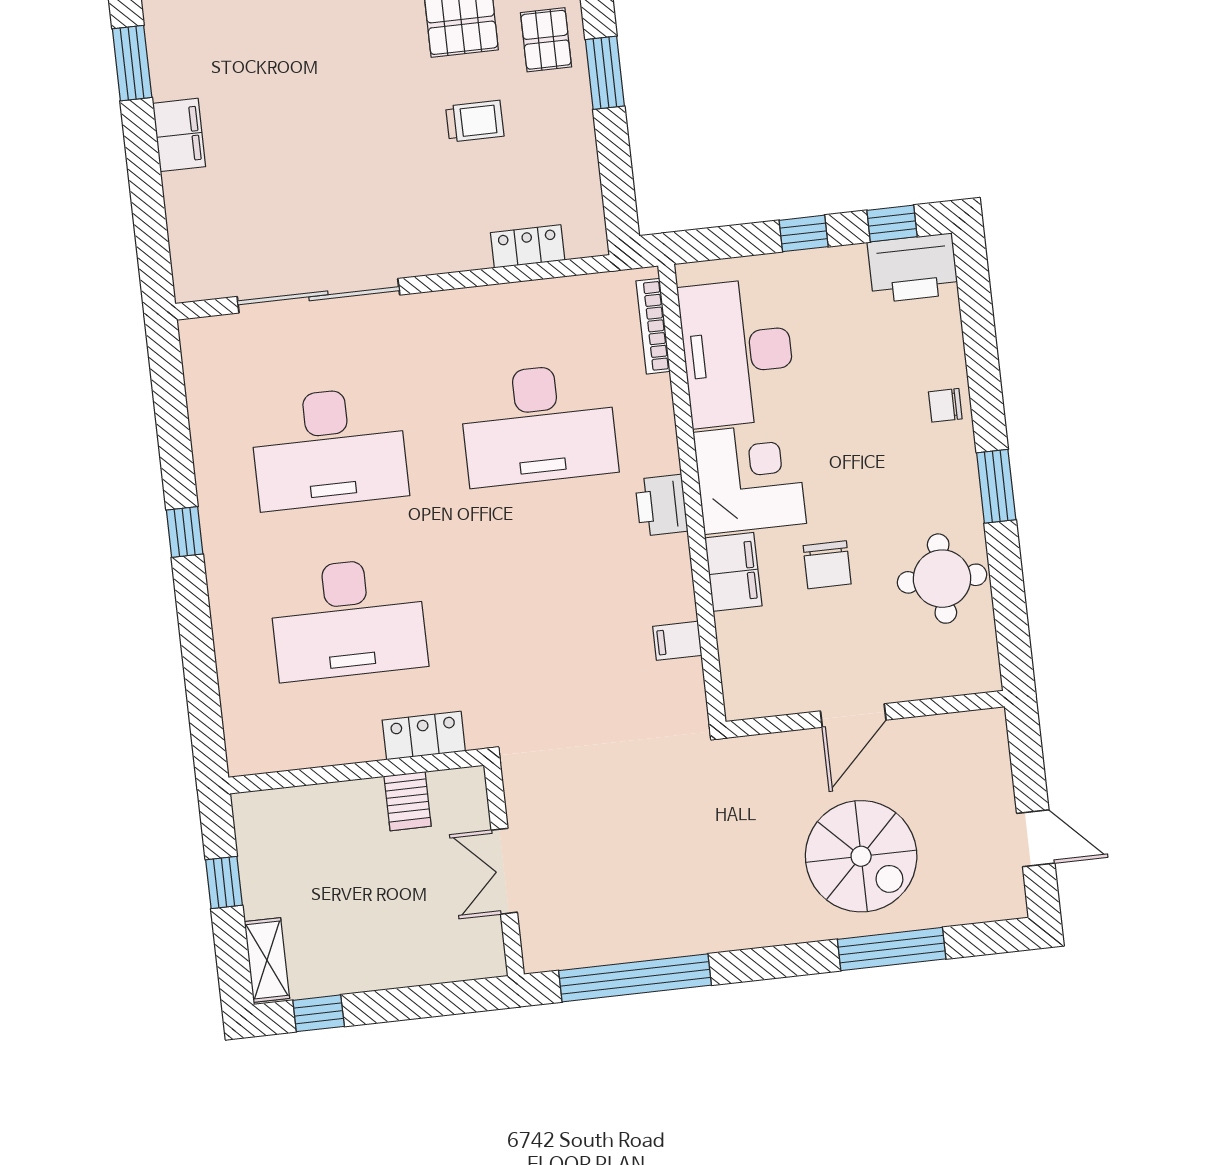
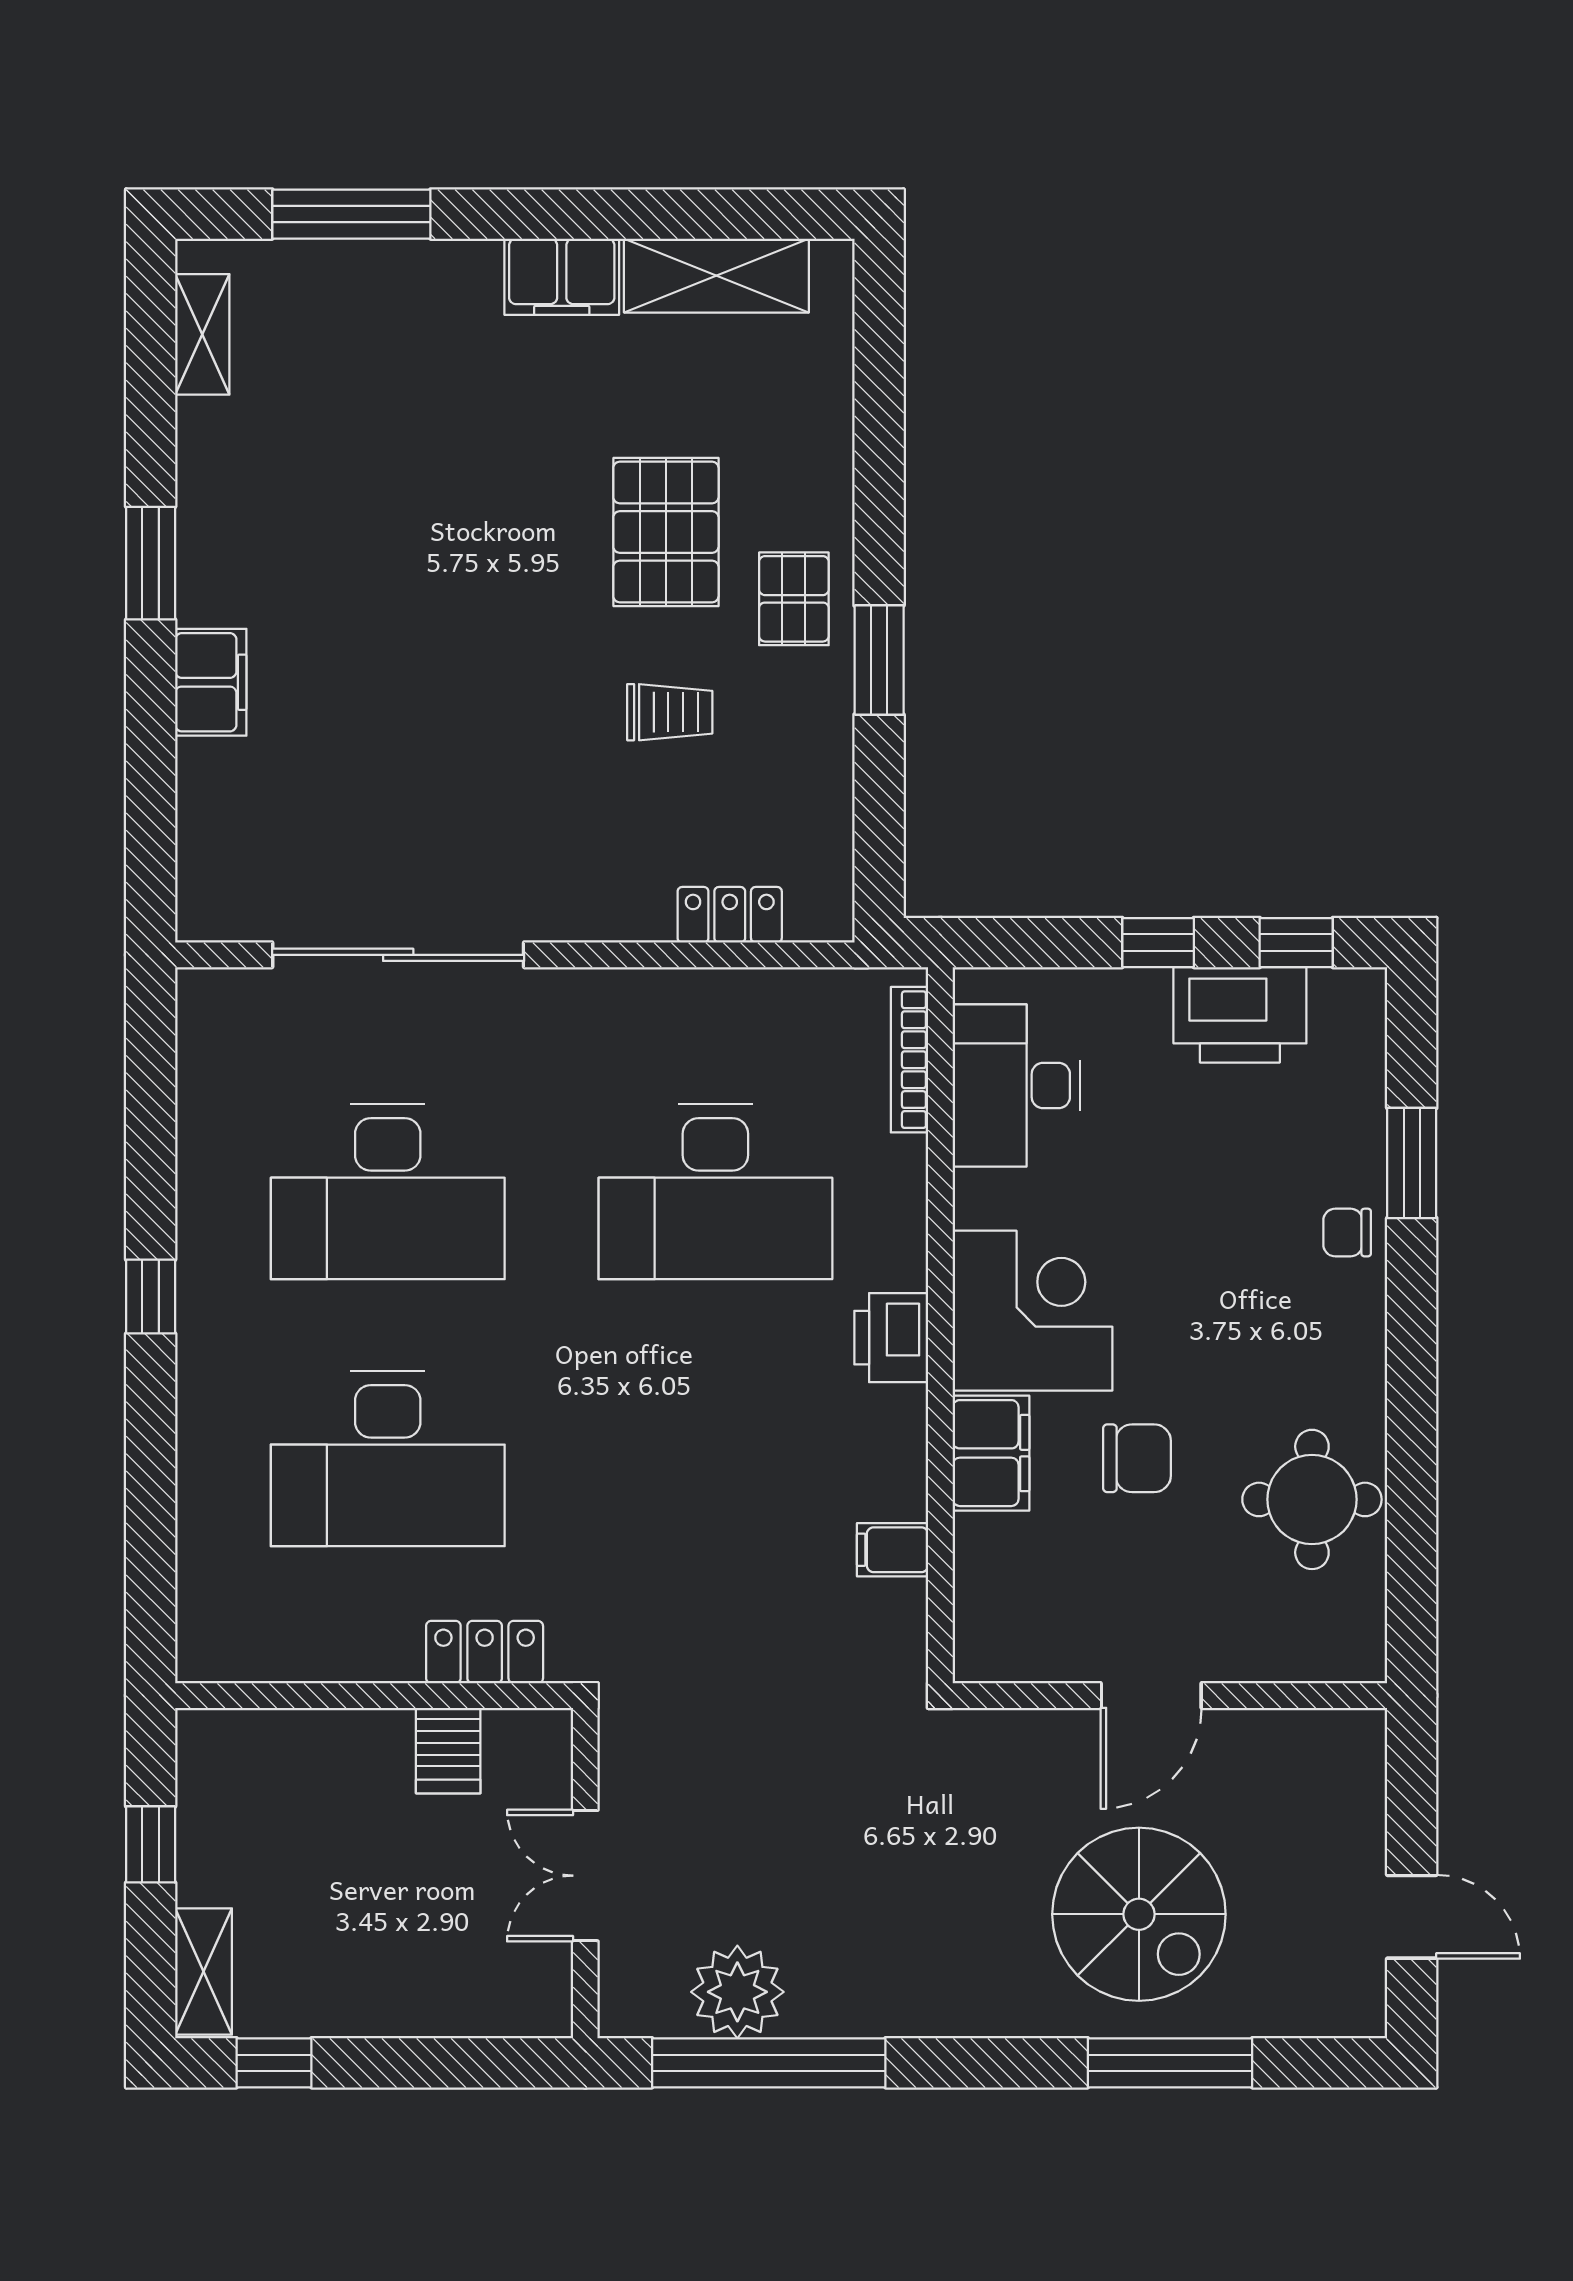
printer: (913, 268) -> (1240, 1015), moved
desk: (738, 353) -> (1016, 1086), width x0.73, depth x0.77
window: (996, 486) -> (1412, 1163), moved
chair: (827, 565) -> (1137, 1458), turned -90
plant: (610, 935) -> (737, 1992), added

